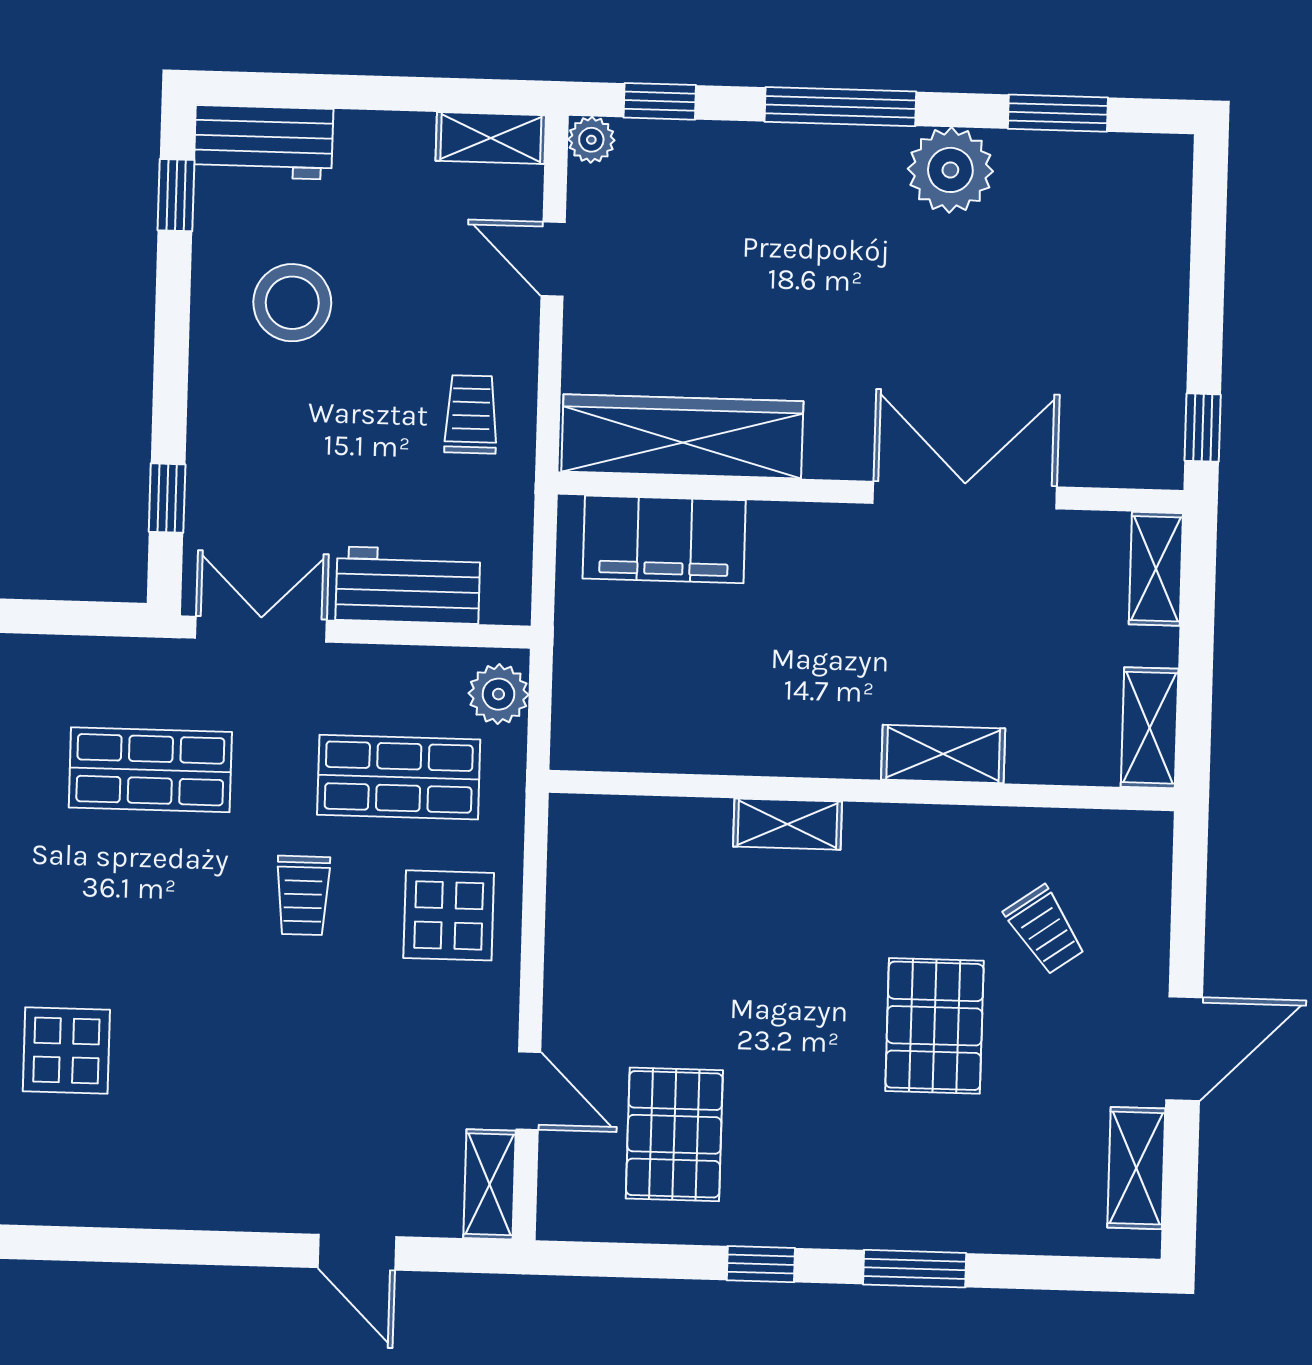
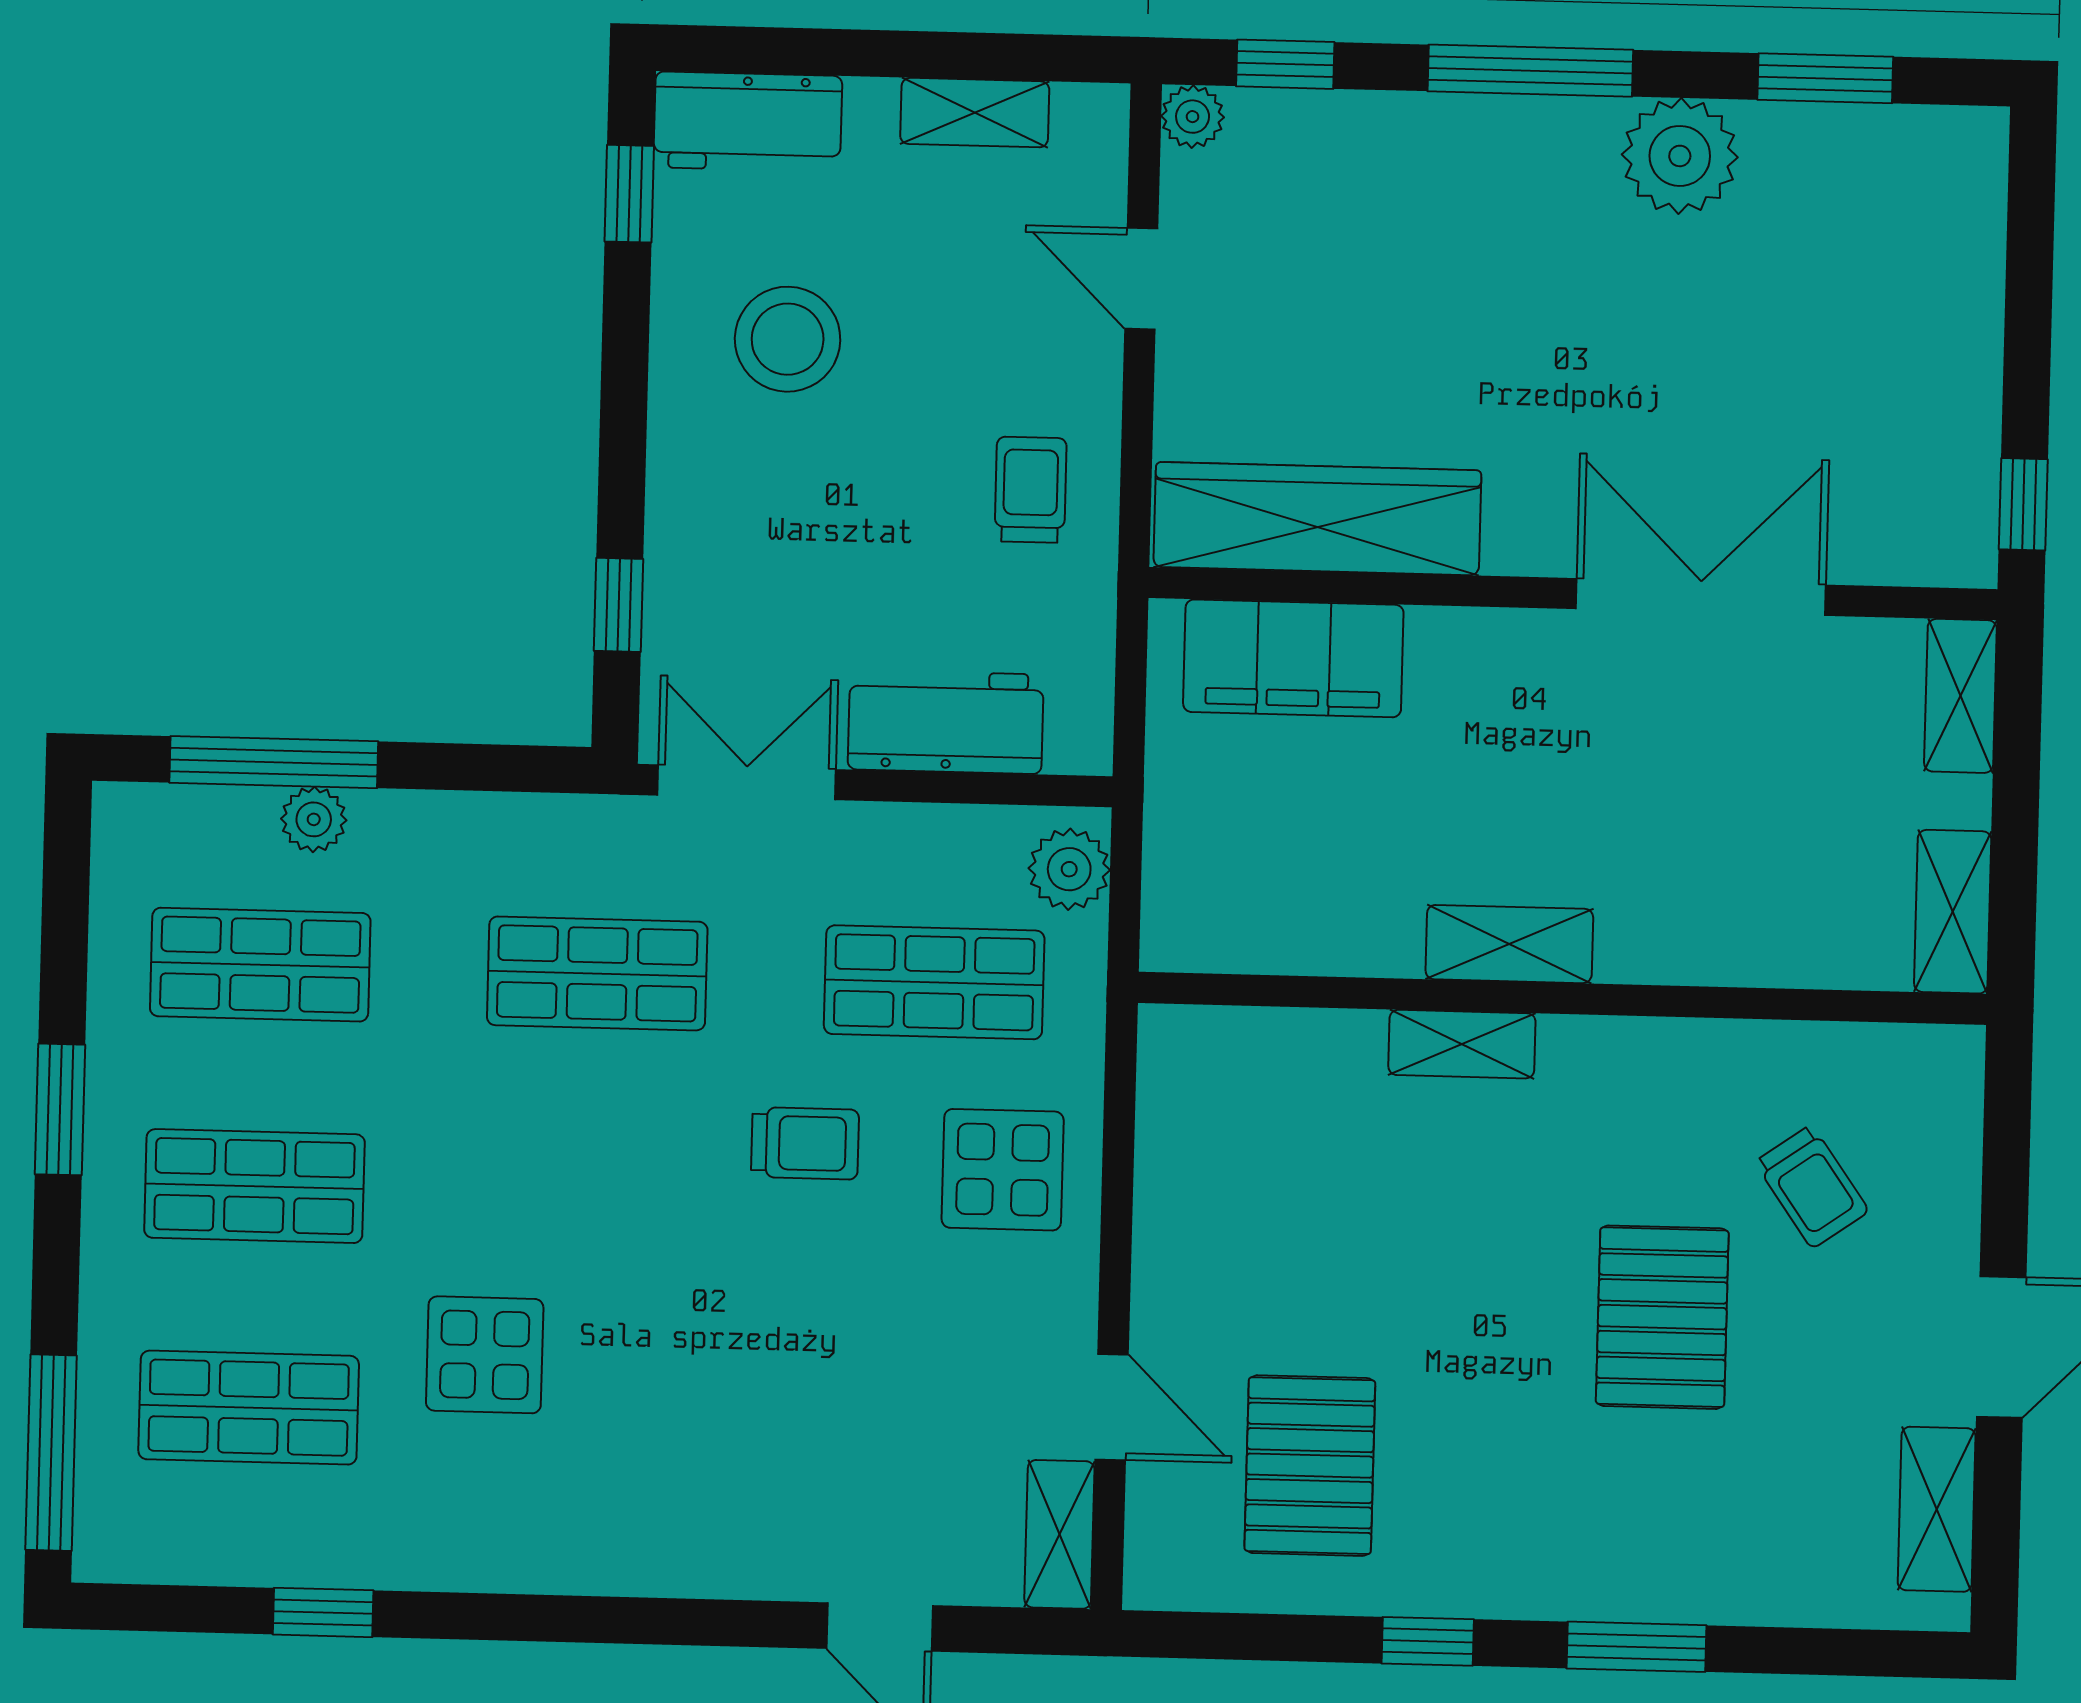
shelving: (491, 138) -> (975, 113), moved
shelving: (943, 754) -> (1509, 944), moved
trolley: (303, 895) -> (805, 1143), turned -90

